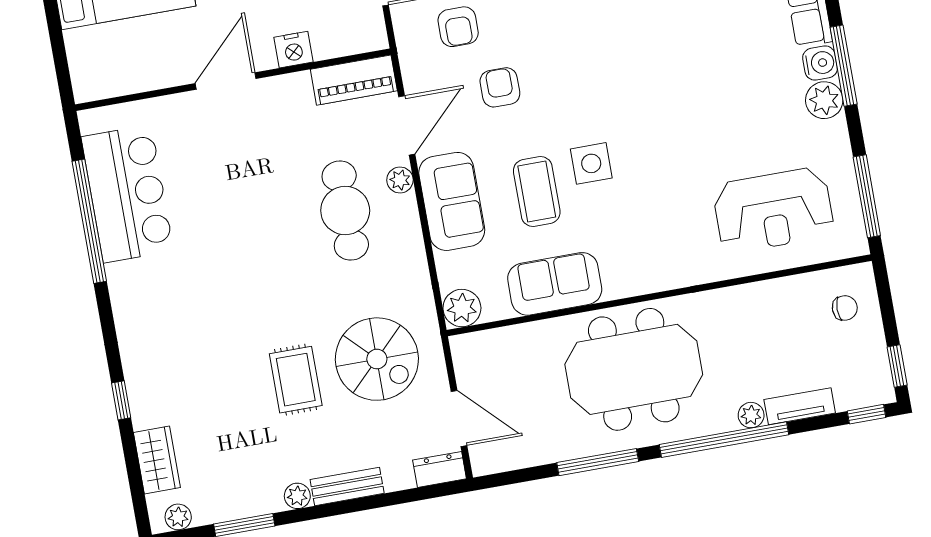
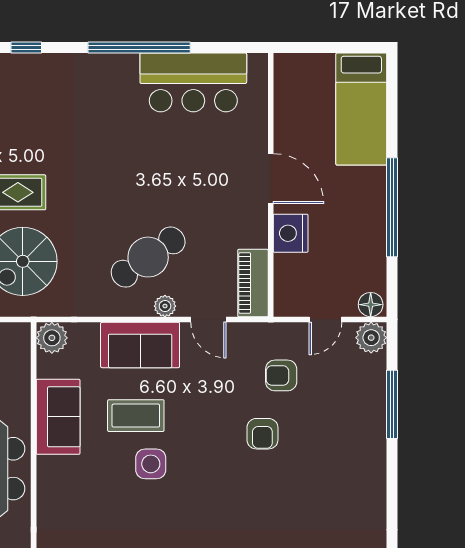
nightstand: (293, 50) -> (291, 233), width x1.36, depth x1.33
armchair: (500, 87) -> (262, 434), moved, turned 90
door: (407, 125) -> (208, 320), width x0.73
cafe table: (345, 211) -> (148, 257), turned -35
window: (89, 221) -> (139, 47), moved

